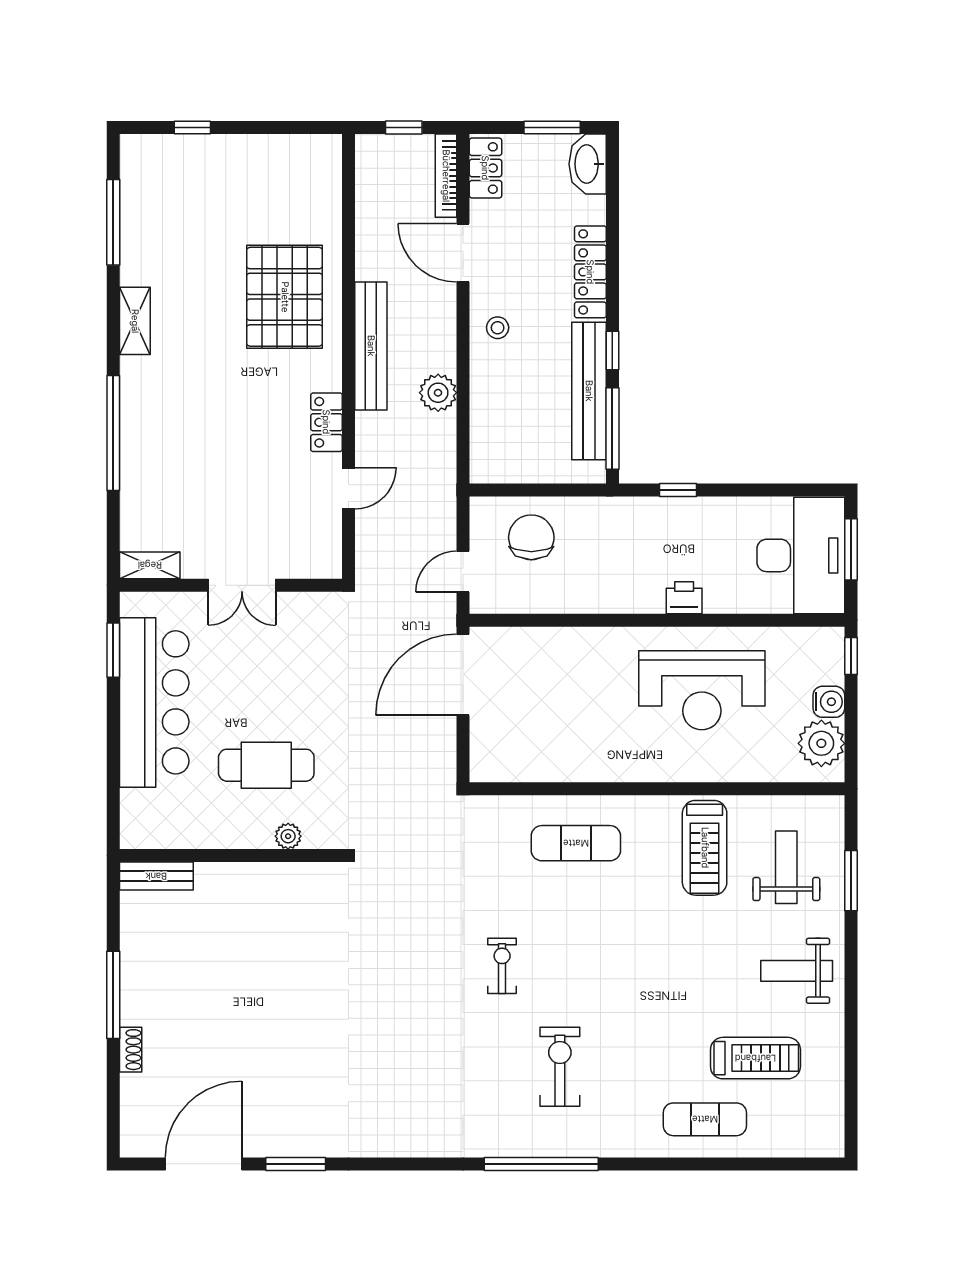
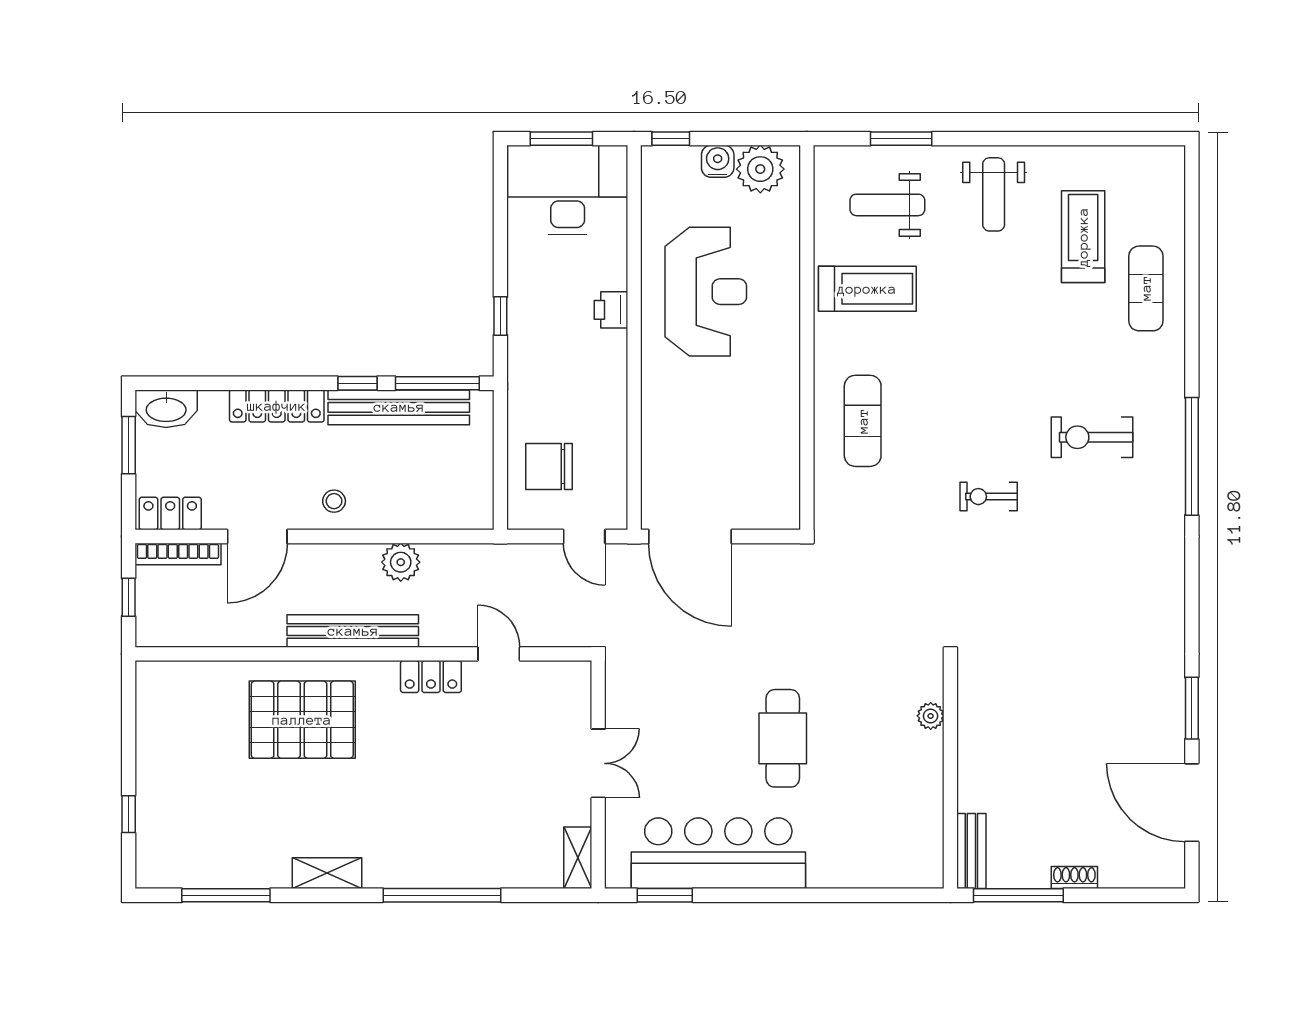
plant: (288, 836) -> (931, 716), moved
wall: (231, 856) -> (950, 775), moved
bench: (156, 876) -> (971, 851), moved

